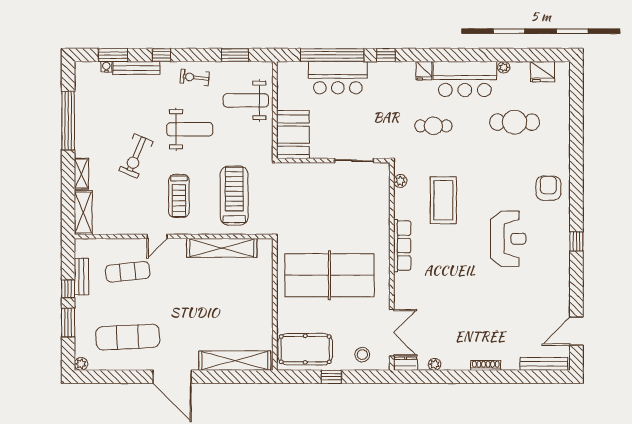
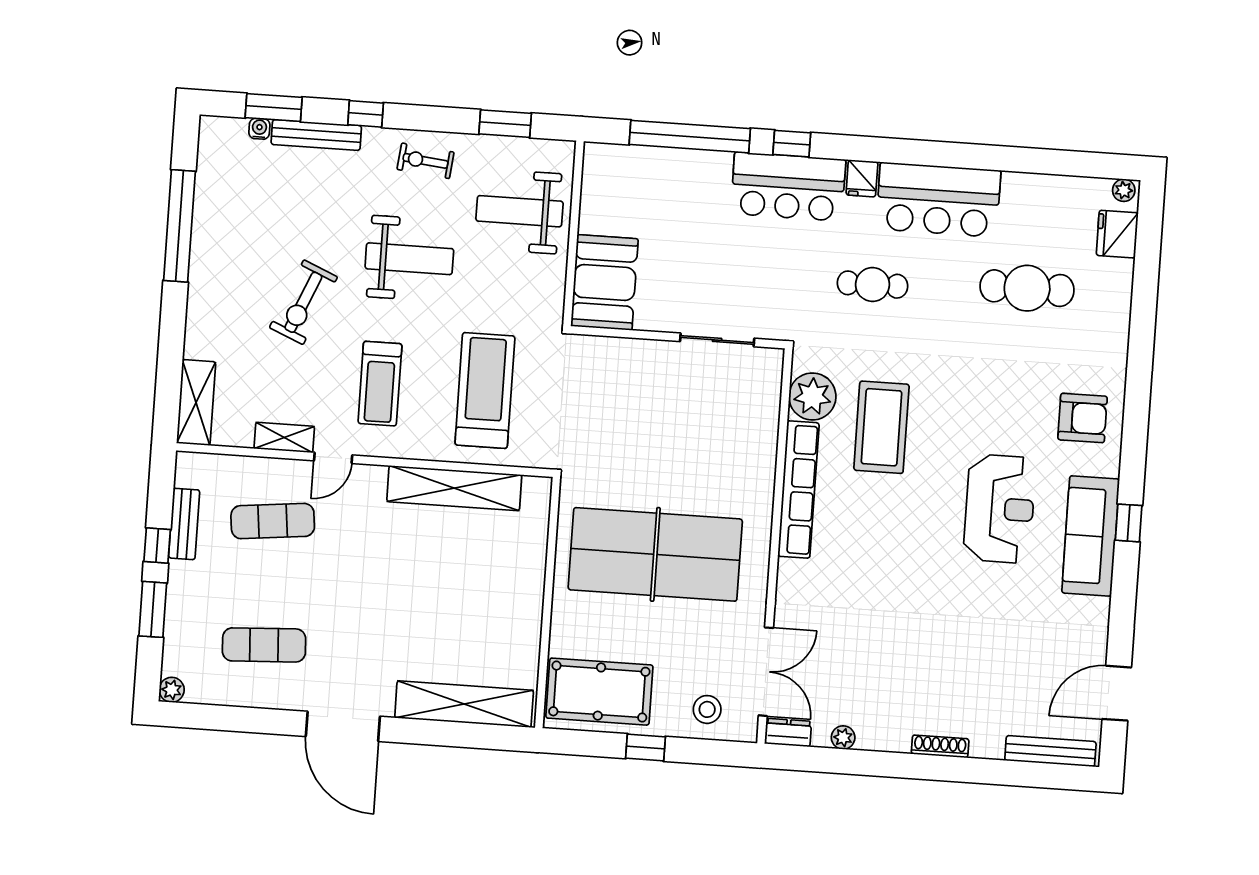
plant: (504, 67) -> (1124, 190), moved
fridge: (543, 72) -> (1117, 234), moved, turned 90
bar counter: (338, 78) -> (788, 187), moved
shelving: (81, 174) -> (284, 437), moved, turned 90
plant: (400, 181) -> (812, 396), width x1.88, depth x1.88
armchair: (548, 188) -> (1083, 418), turned 90
row of seats: (402, 246) -> (798, 490), width x1.36
sofa: (557, 250) -> (1091, 536), added
exercise mat: (128, 337) -> (264, 645), width x0.73, depth x0.69

